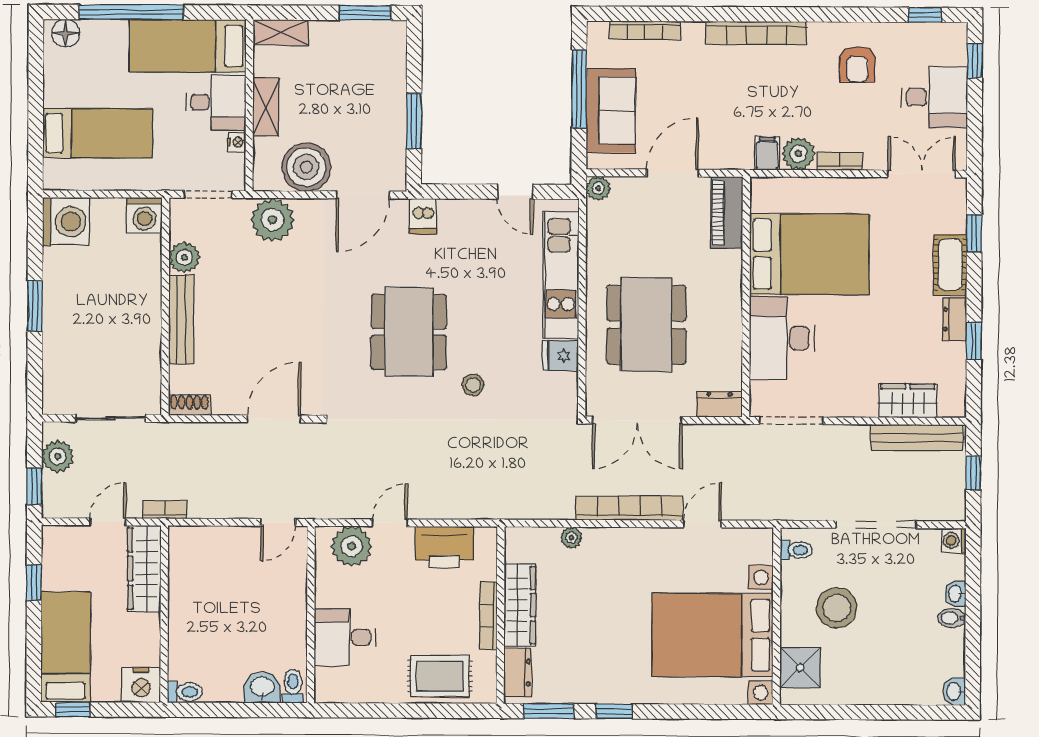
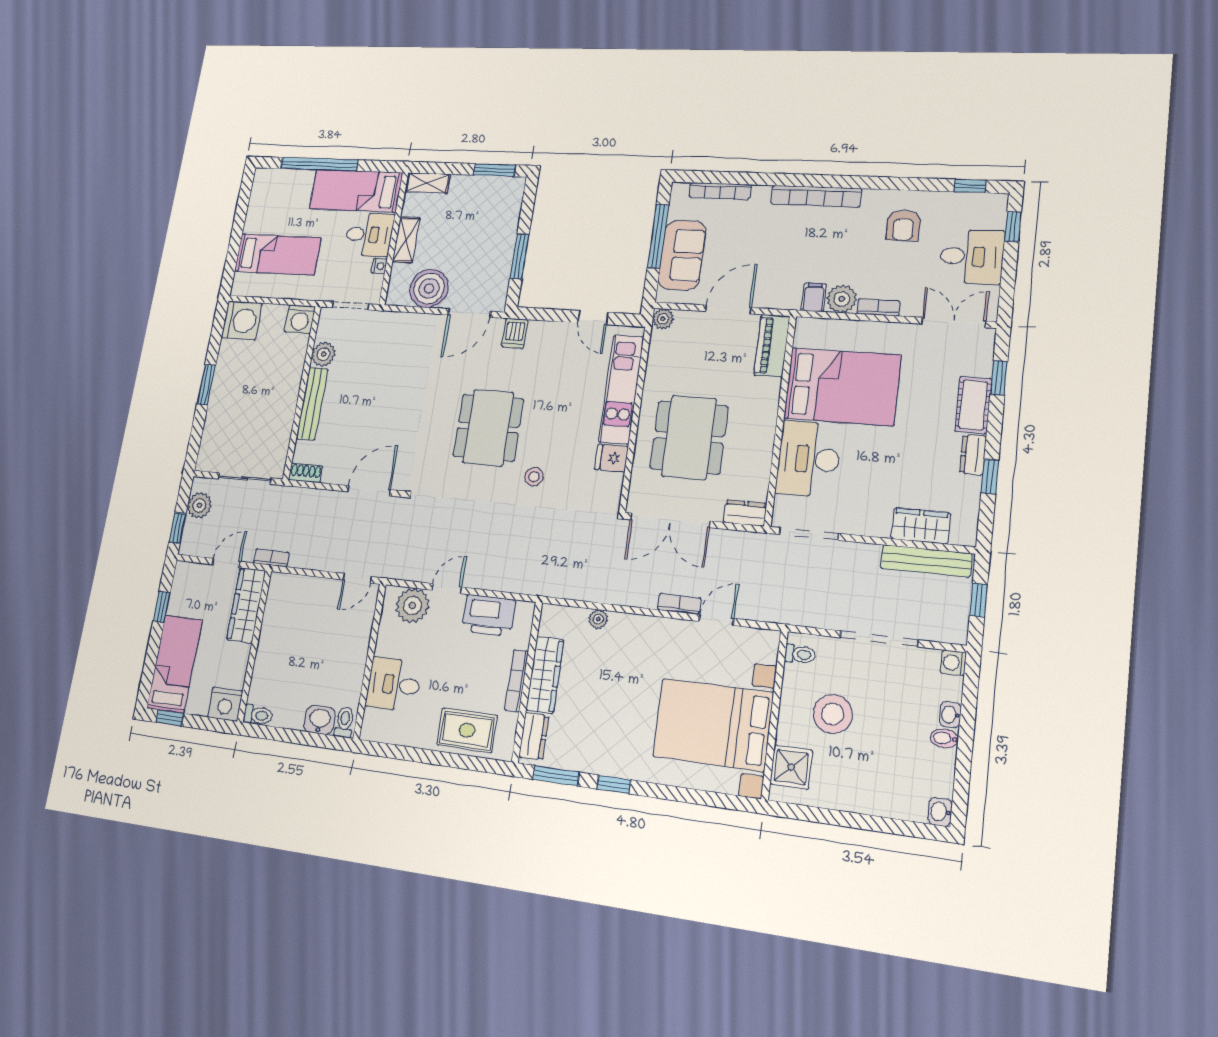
floor lamp: (66, 33) -> (269, 178), removed
plant: (272, 220) -> (396, 329), removed
bookcase: (629, 508) -> (679, 604), width x0.43, depth x0.76

